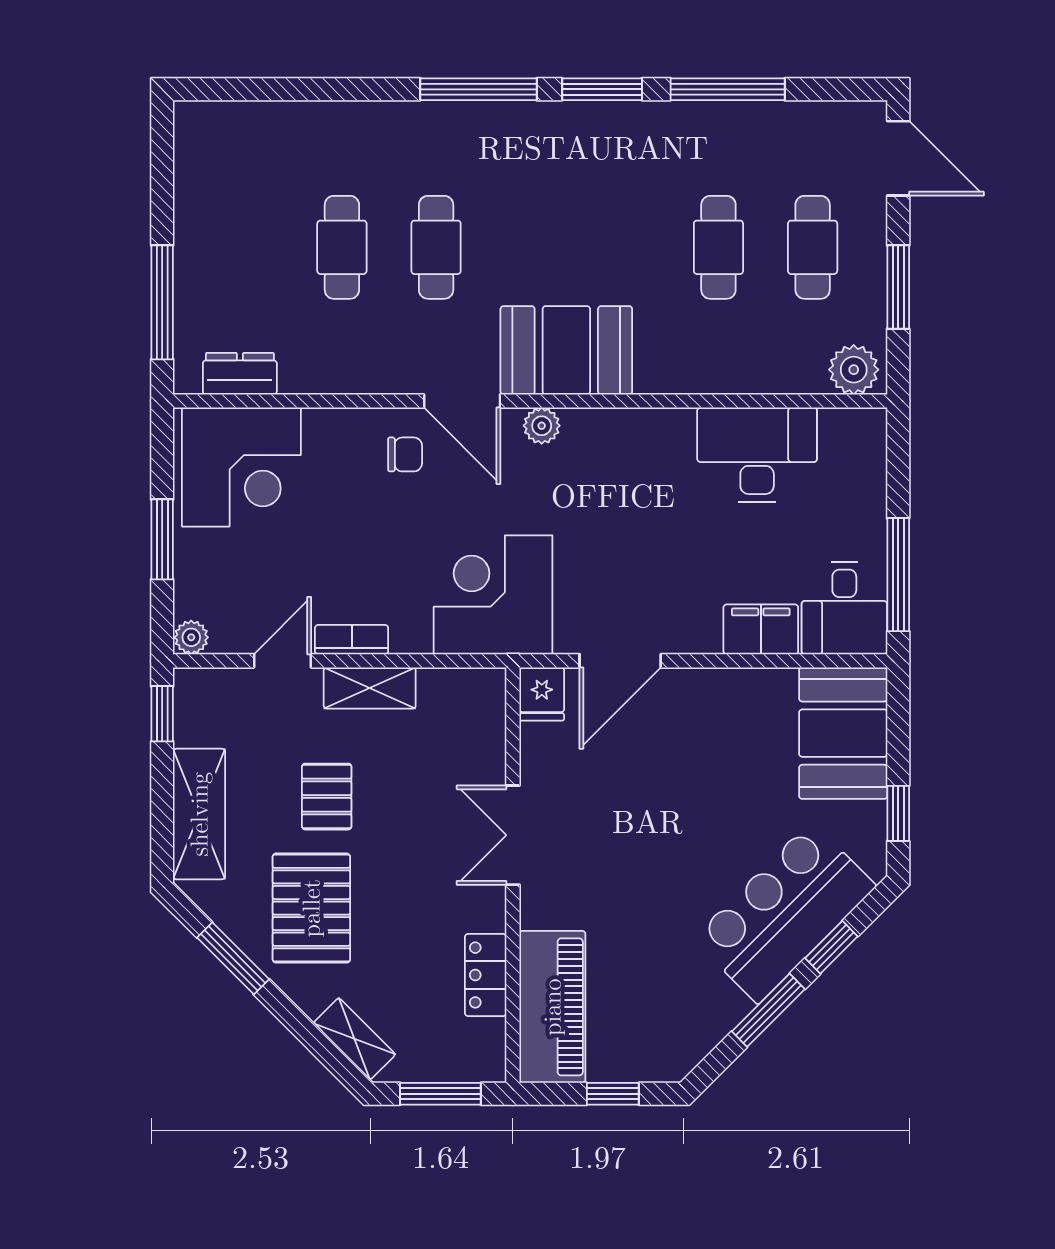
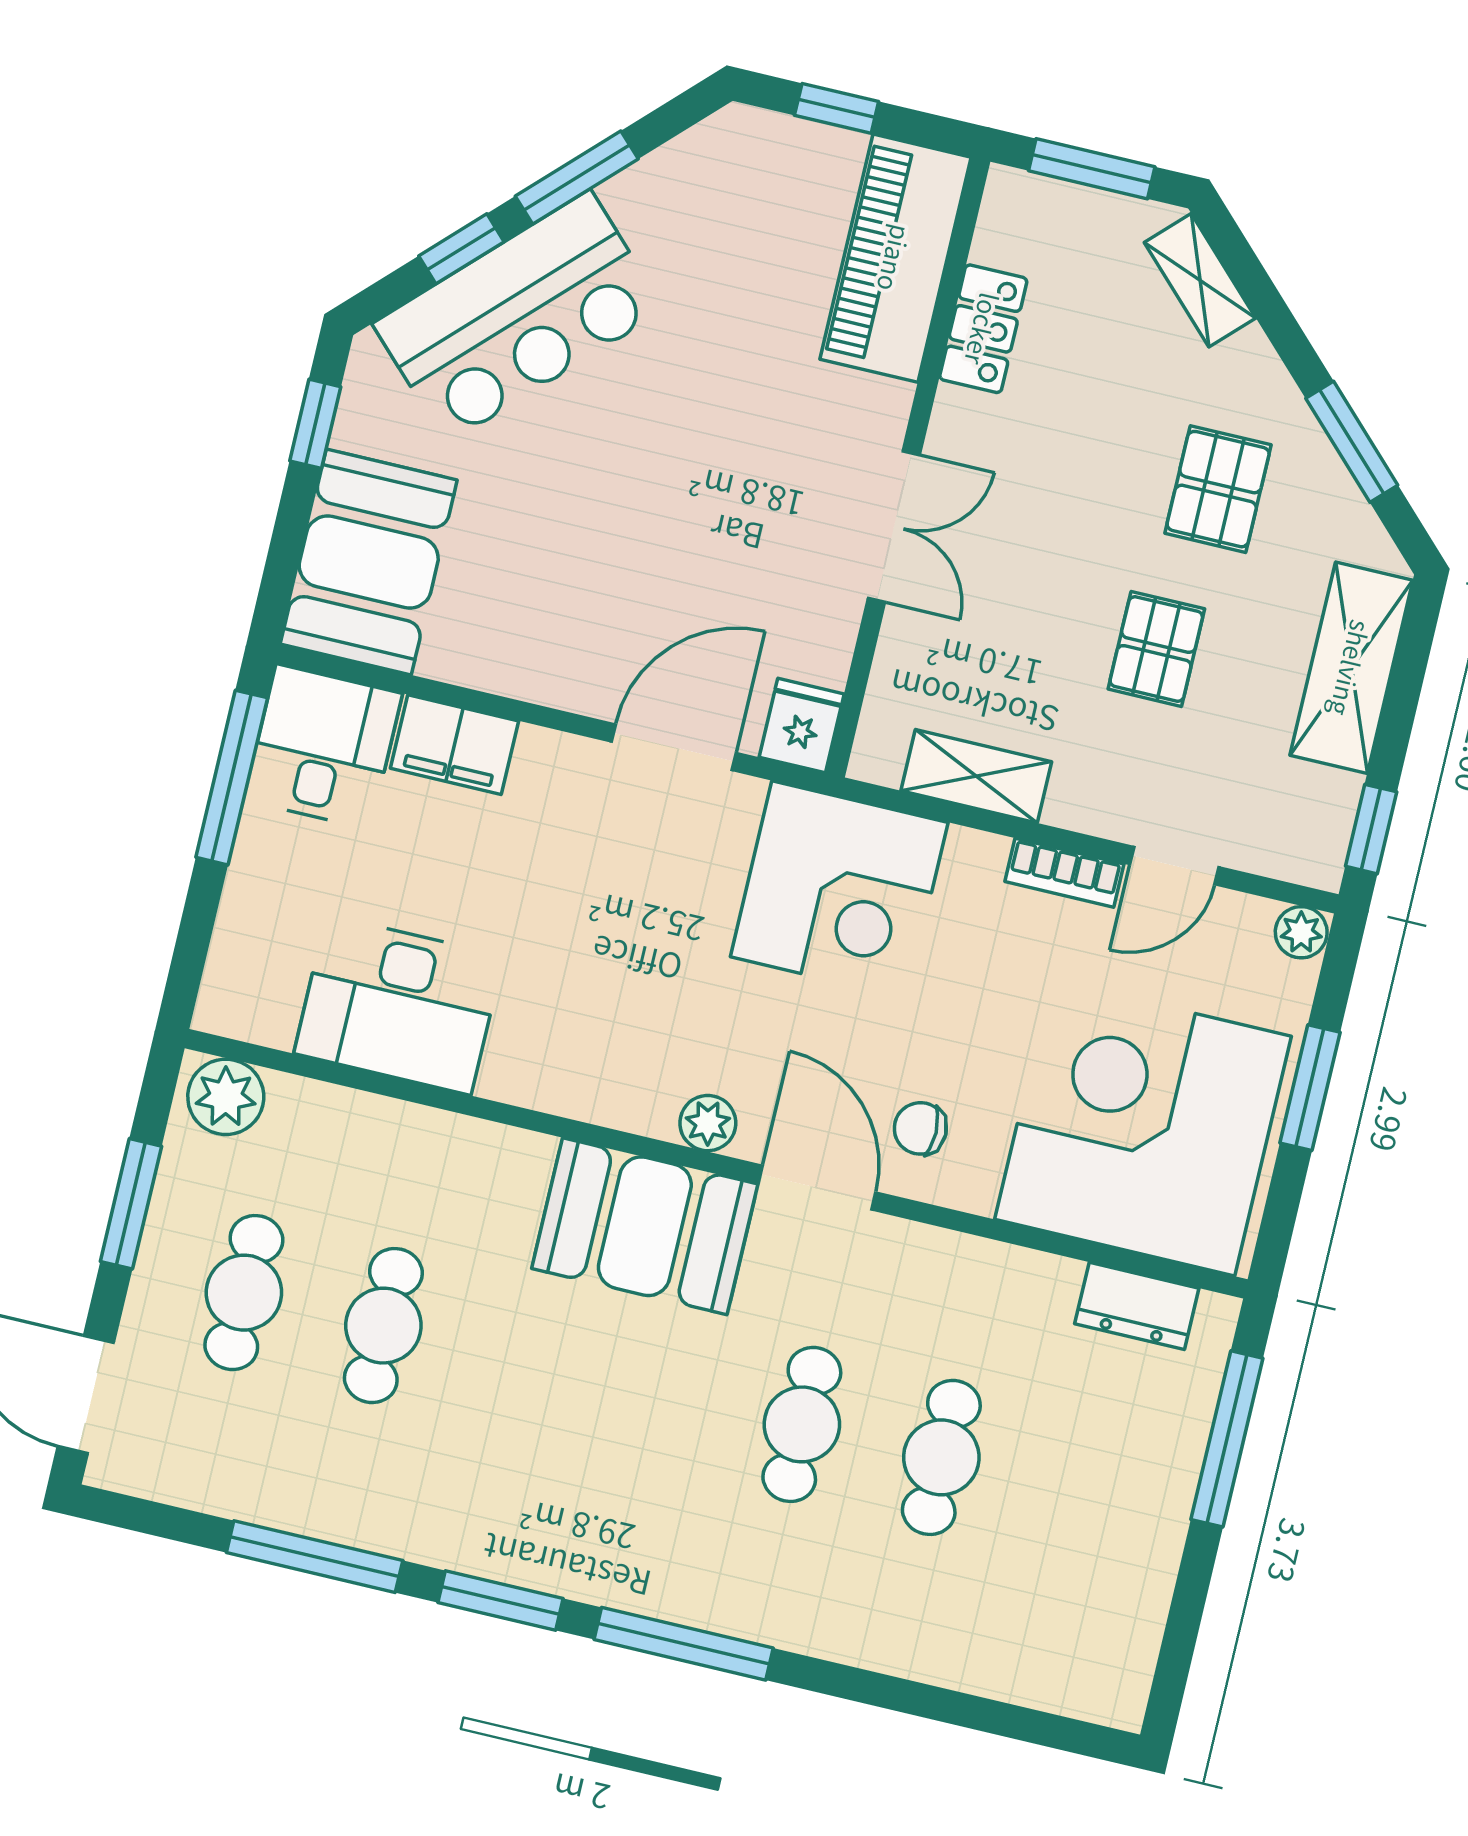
corner desk: (241, 467) -> (1143, 1128), width x1.36, depth x1.36
shelving: (370, 688) -> (976, 776), moved
pallet: (311, 908) -> (1218, 489), width x0.67, depth x0.71

